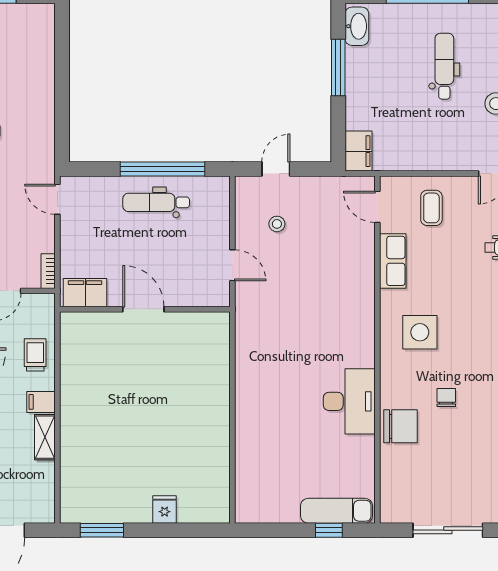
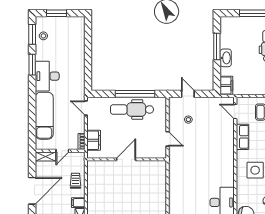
washbasin: (357, 26) -> (226, 58), moved
door: (276, 169) -> (188, 94), hinge flipped
dental chair: (156, 202) -> (132, 109), width x1.36, depth x1.38
filing cabinet: (85, 293) -> (94, 140), moved, turned 90
door: (143, 309) -> (126, 159), hinge flipped

